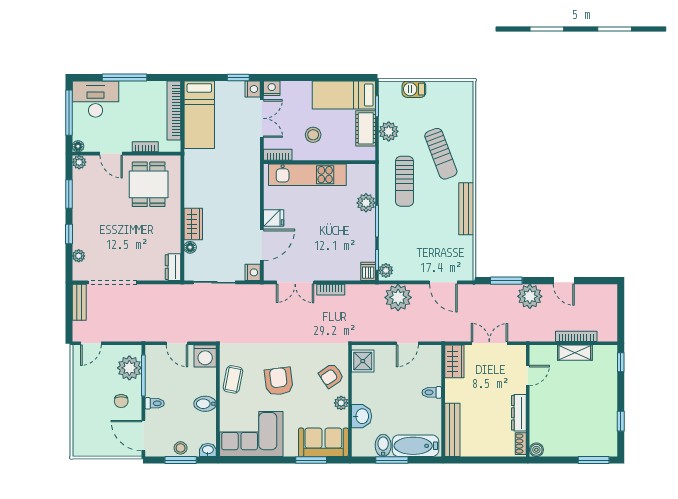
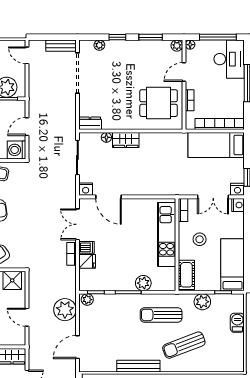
cot: (366, 128) -> (186, 275), moved, turned 90
fridge: (274, 218) -> (87, 261), moved, turned -90
dishwasher: (368, 271) -> (87, 247), moved

